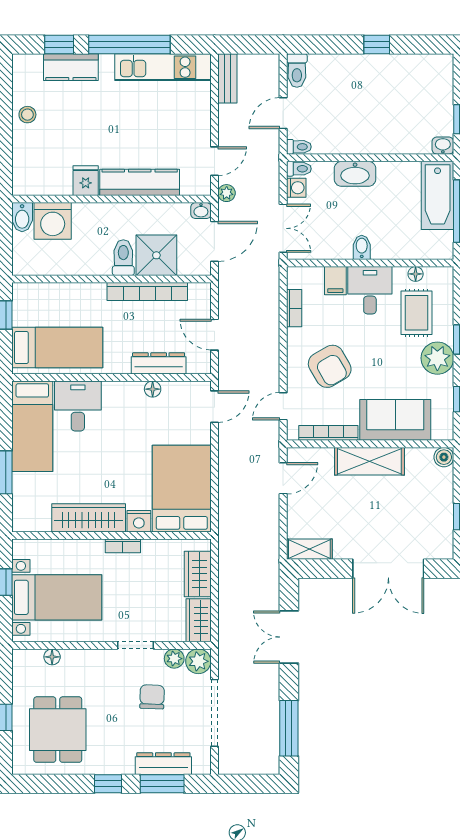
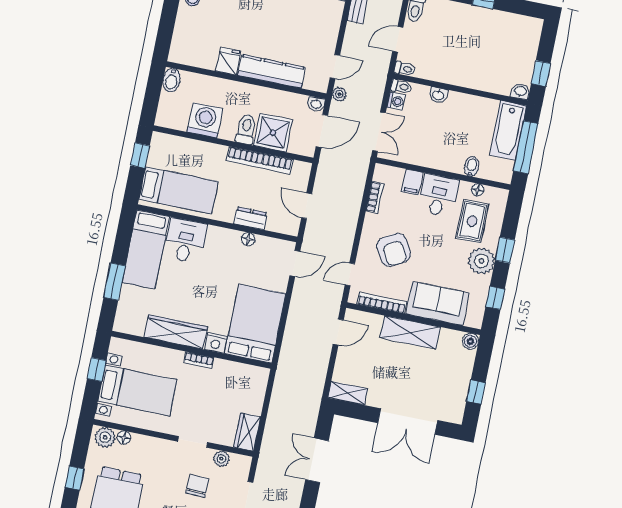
washbasin: (355, 174) -> (438, 95), width x0.52, depth x0.69
washing machine: (53, 221) -> (205, 120), moved, turned 180
bidet: (362, 247) -> (472, 166), moved
dresser: (159, 363) -> (250, 218), width x0.70
wardrobe: (198, 574) -> (254, 395), removed
plant: (198, 661) -> (105, 437), moved

